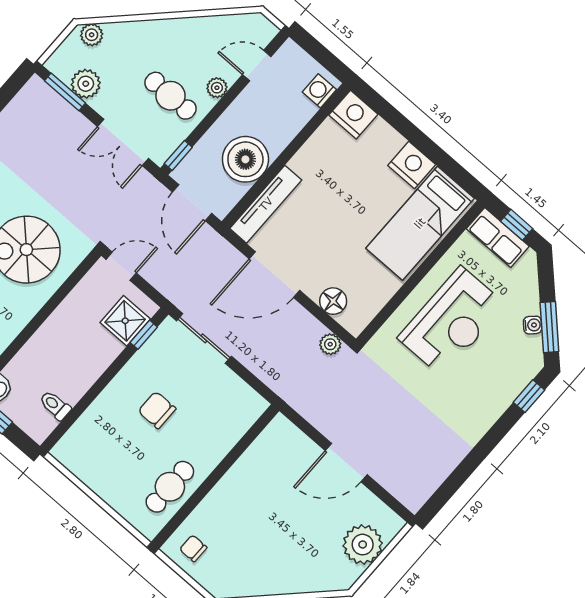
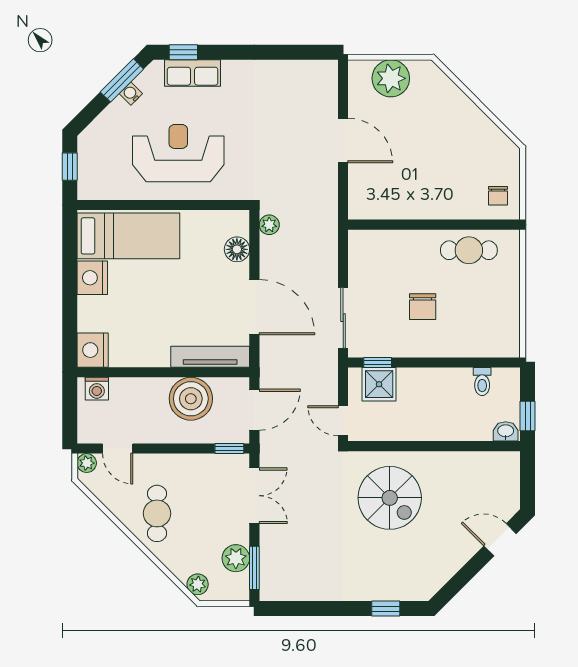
plant: (217, 88) -> (87, 463), moved
cafe table: (170, 96) -> (157, 513), moved
row of seats: (498, 238) -> (193, 73), moved, turned 90

